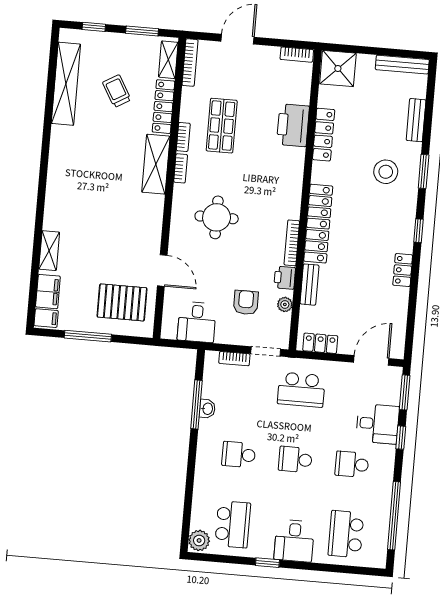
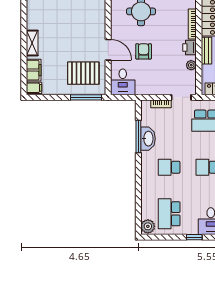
armchair: (246, 302) -> (144, 51), moved
desk: (197, 322) -> (123, 82), moved
window: (88, 336) -> (86, 97), moved
washbasin: (207, 409) -> (148, 139), width x1.91, depth x1.45
school desk: (233, 524) -> (169, 214), turned 180

